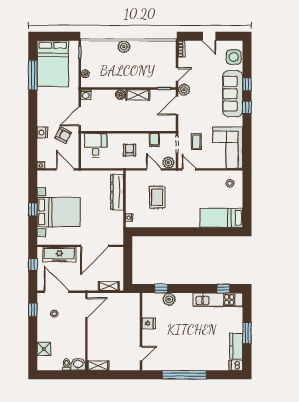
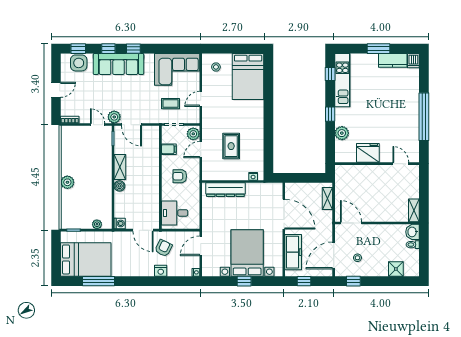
window: (247, 57) -> (78, 49), added
door: (189, 169) -> (201, 99), moved
rug: (157, 197) -> (231, 146), turned 90
bed: (221, 218) -> (248, 76), width x1.50
window: (161, 288) -> (330, 114), moved
fridge: (149, 323) -> (368, 153), width x1.88, depth x1.34

